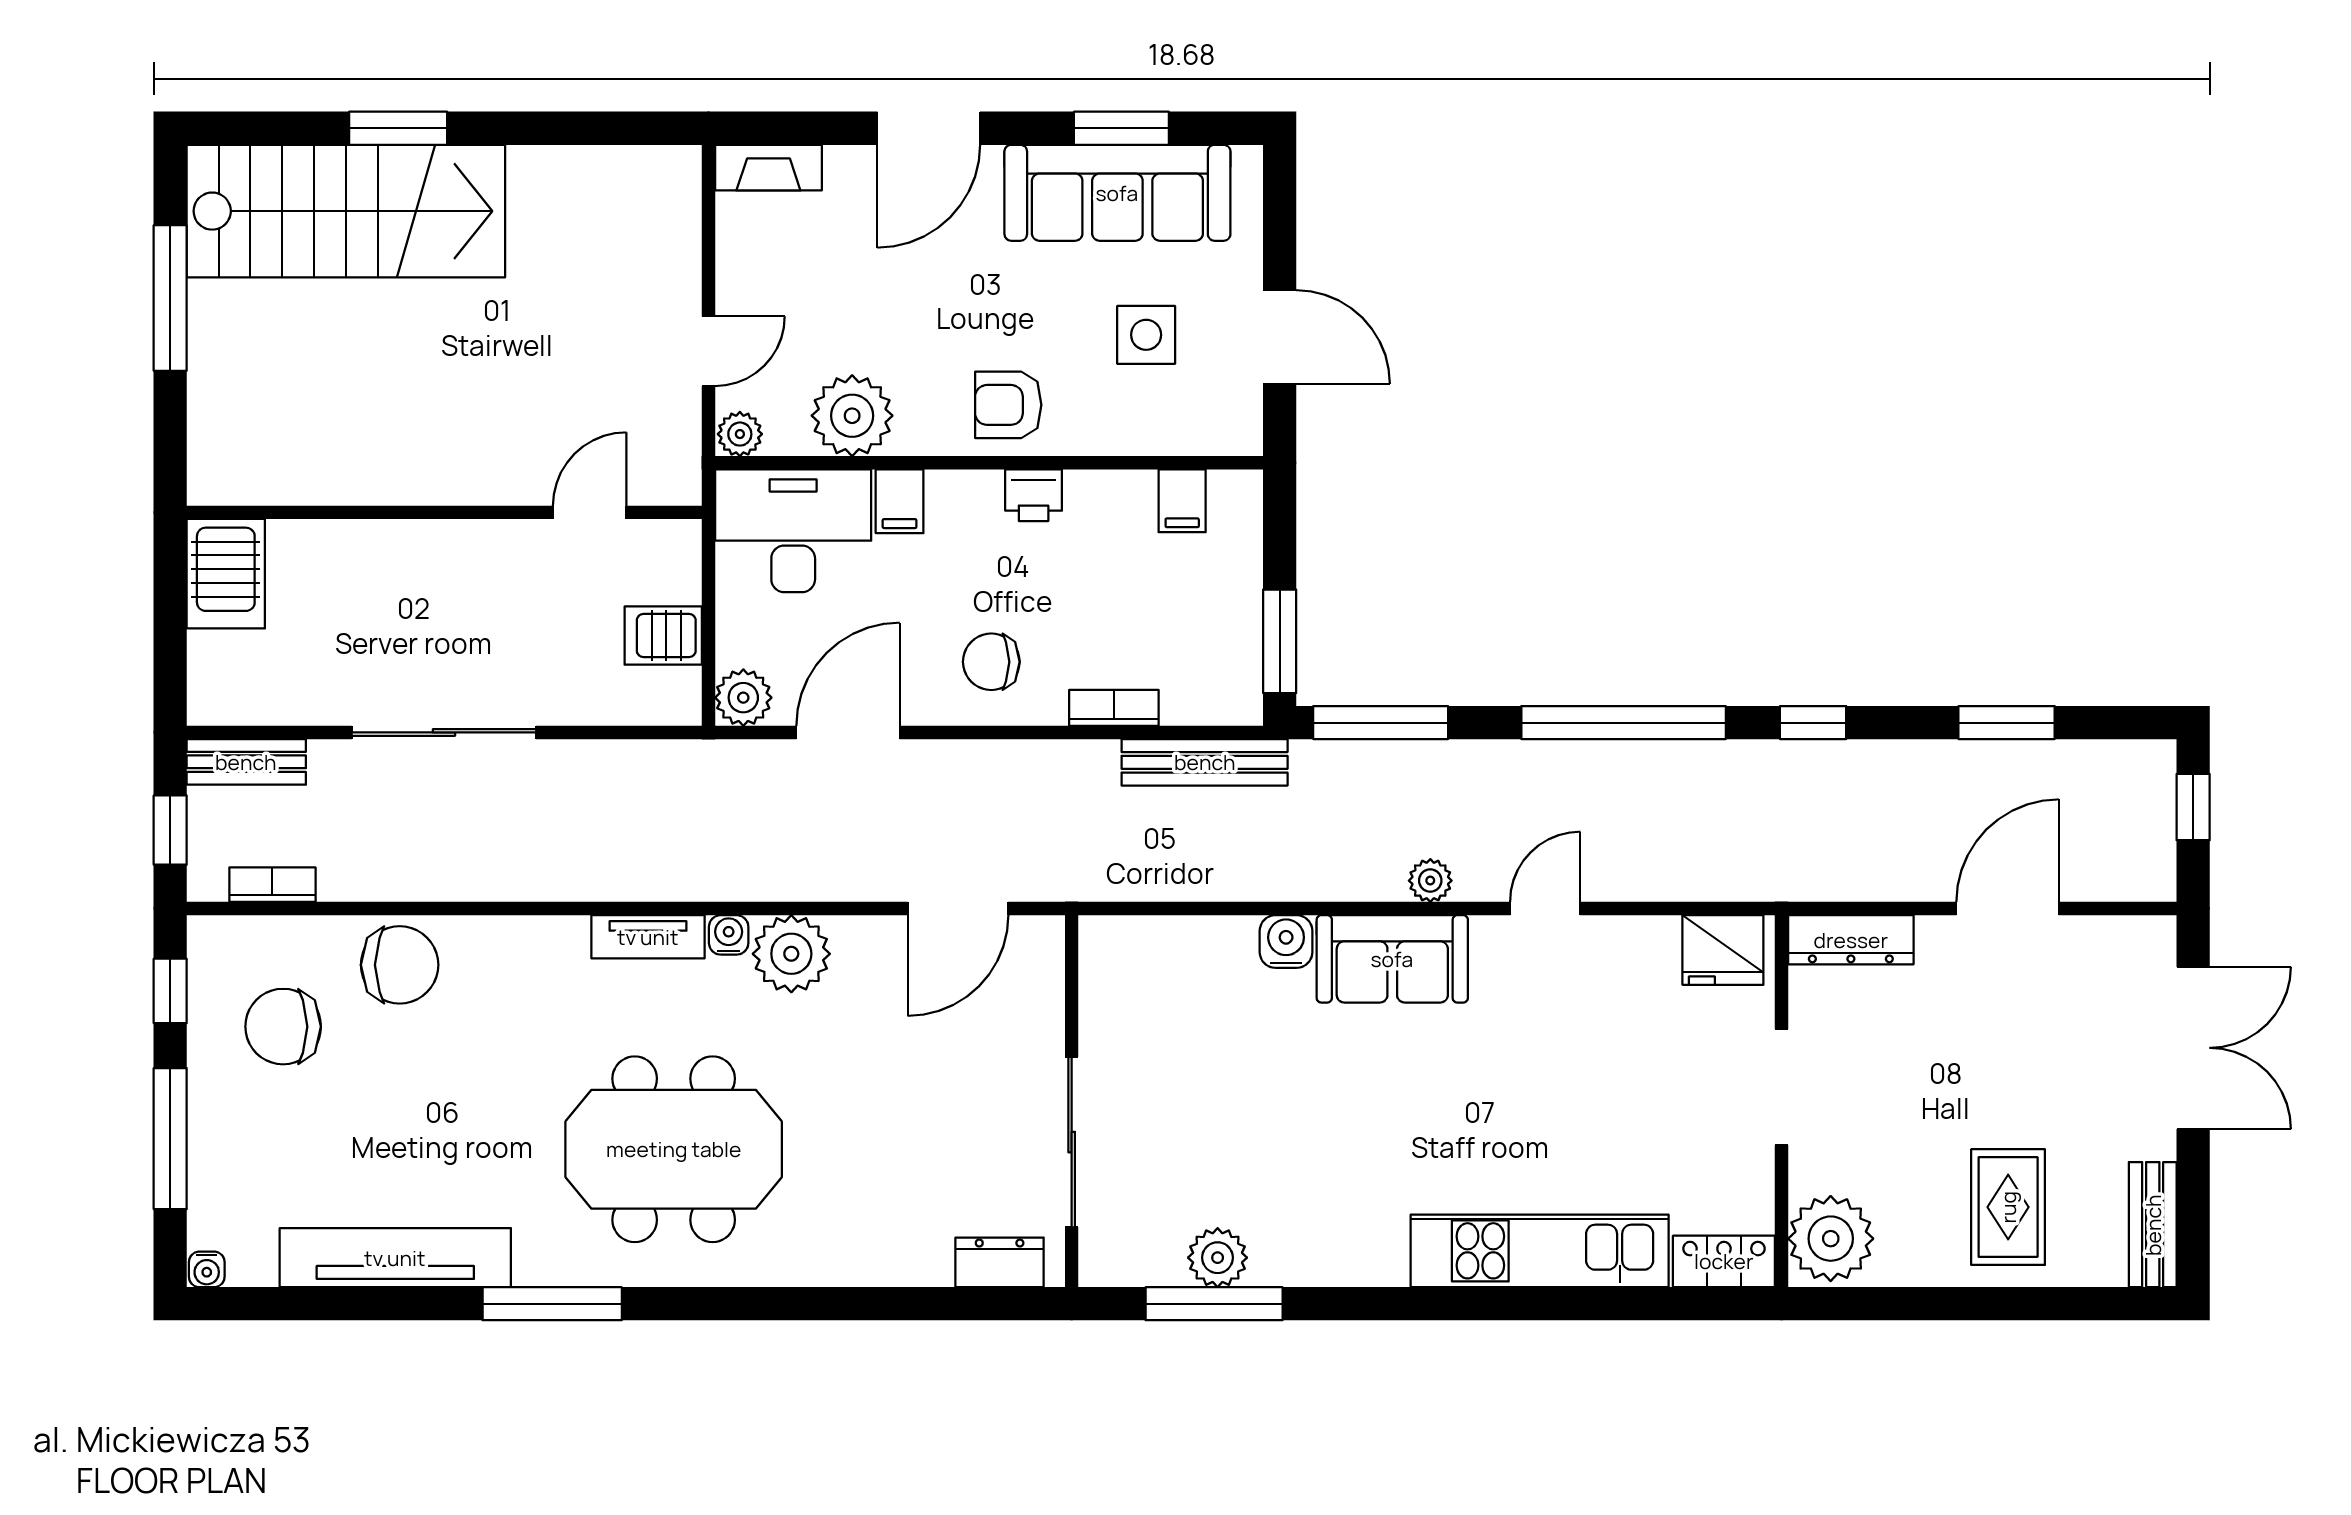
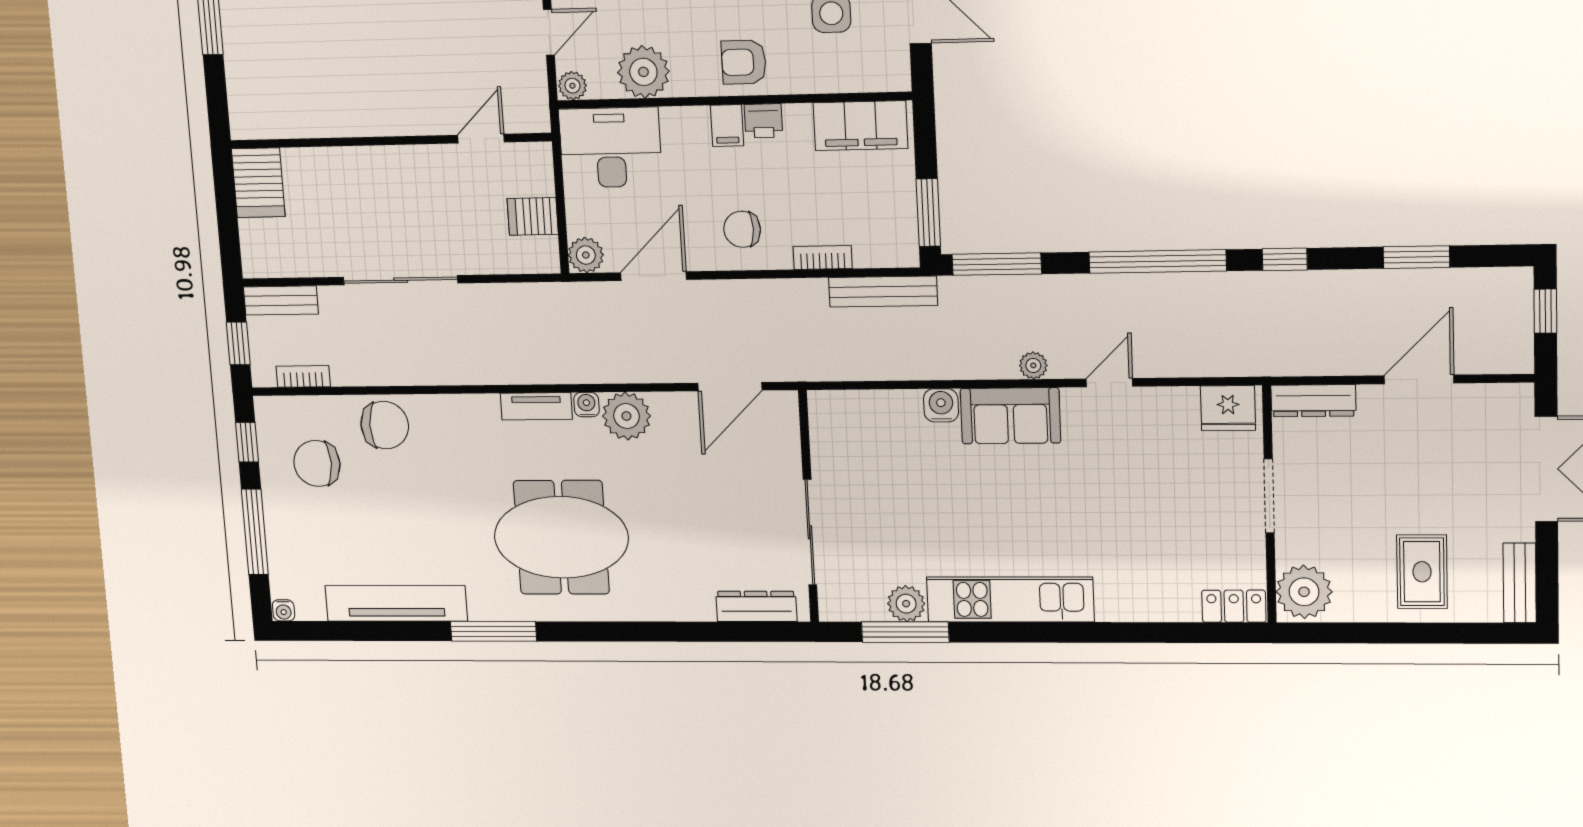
filing cabinet: (900, 501) -> (727, 126), moved
filing cabinet: (1182, 501) -> (860, 126), width x3.00, depth x1.17
kitchen unit: (1540, 1251) -> (1010, 599), moved
dresser: (1000, 1262) -> (756, 606), width x1.44

